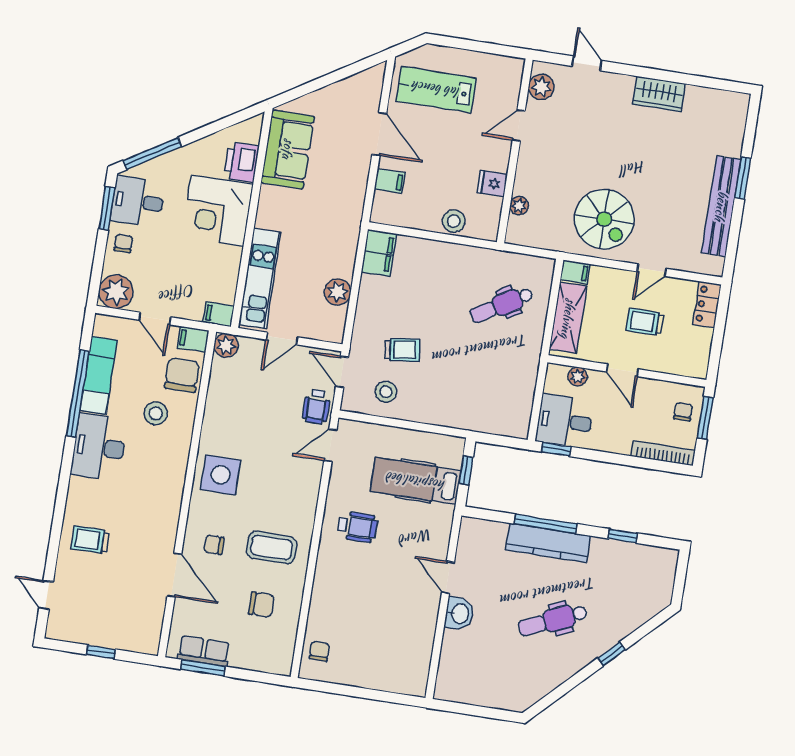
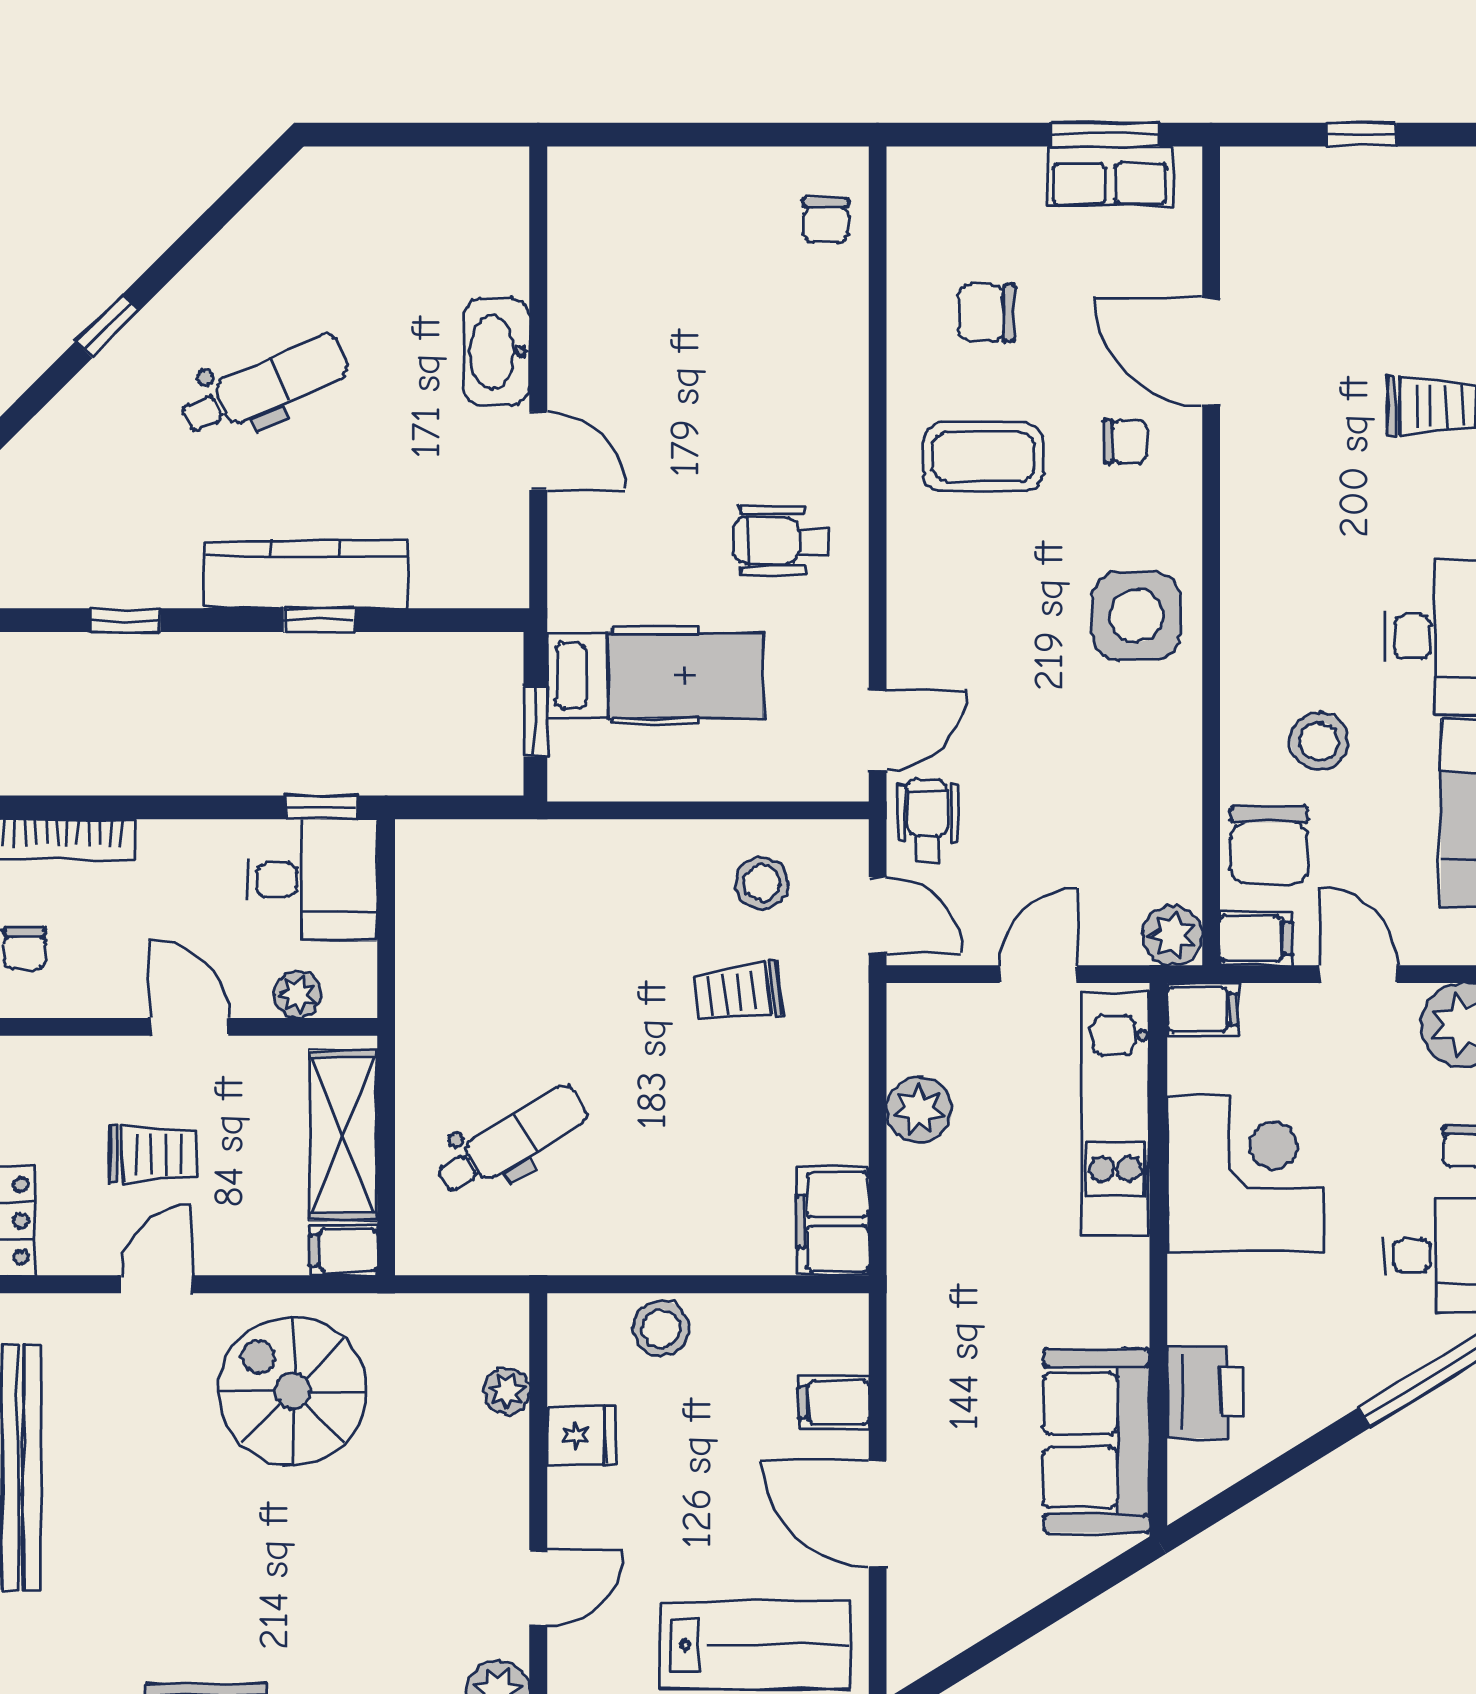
corner desk: (217, 211) -> (1245, 1174), moved
window: (545, 524) -> (319, 620), width x0.46
washbasin: (459, 614) -> (496, 352), width x1.38

